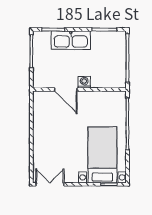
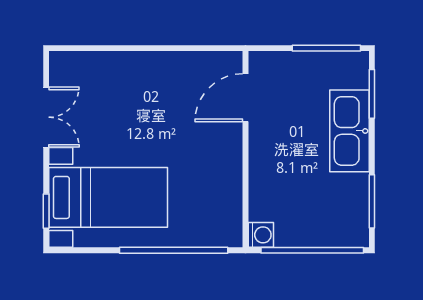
washing machine: (84, 82) -> (261, 235), moved
door: (66, 90) -> (246, 98), moved
double door: (50, 184) -> (46, 117), moved

